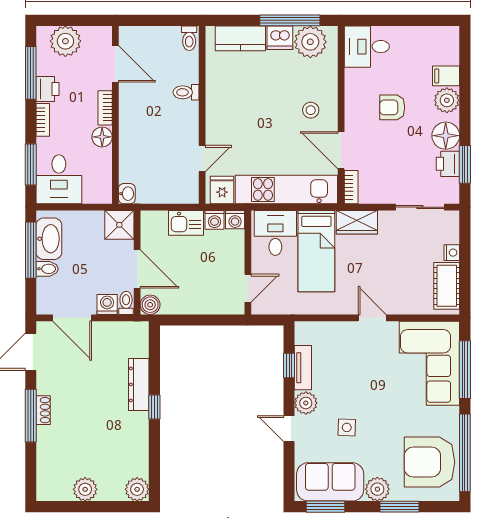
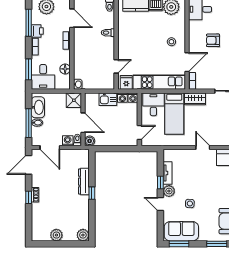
floor lamp: (102, 137) -> (65, 69), moved
door: (341, 150) -> (187, 62), swing flipped
window: (31, 250) -> (29, 123), moved
window: (289, 365) -> (160, 183), moved
window: (31, 416) -> (29, 197), width x0.46
plant: (377, 489) -> (205, 235), removed

